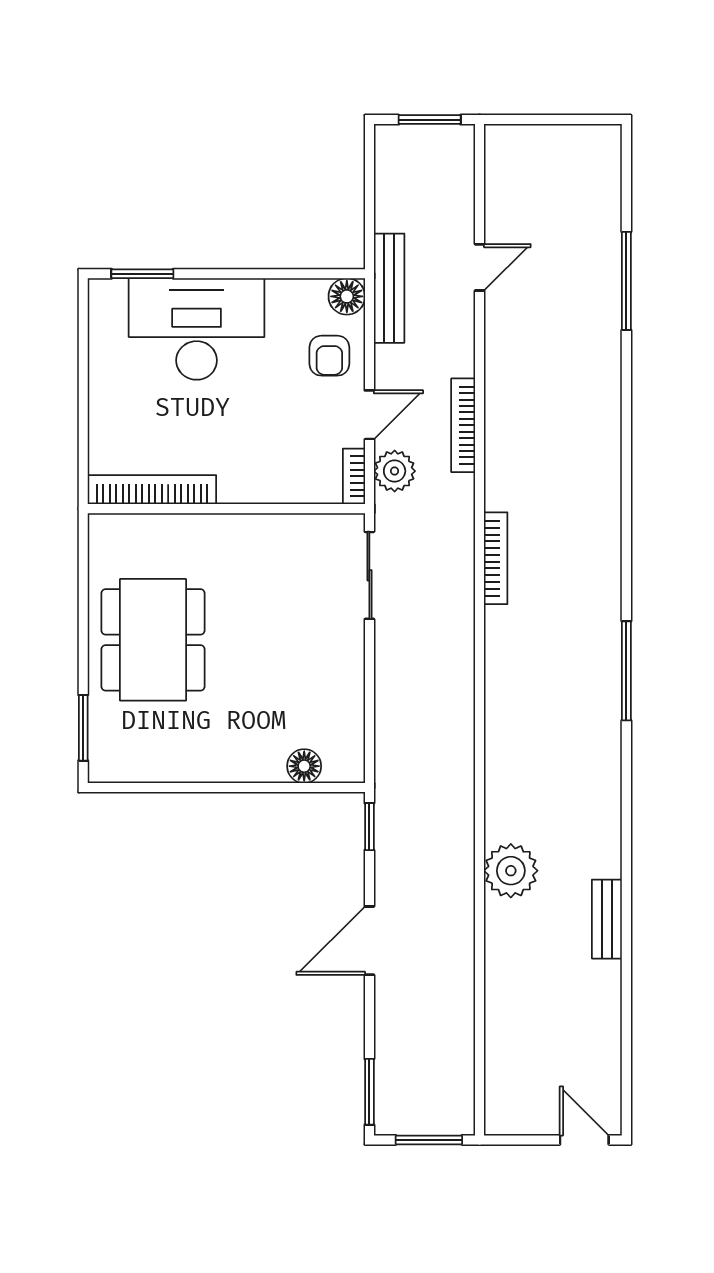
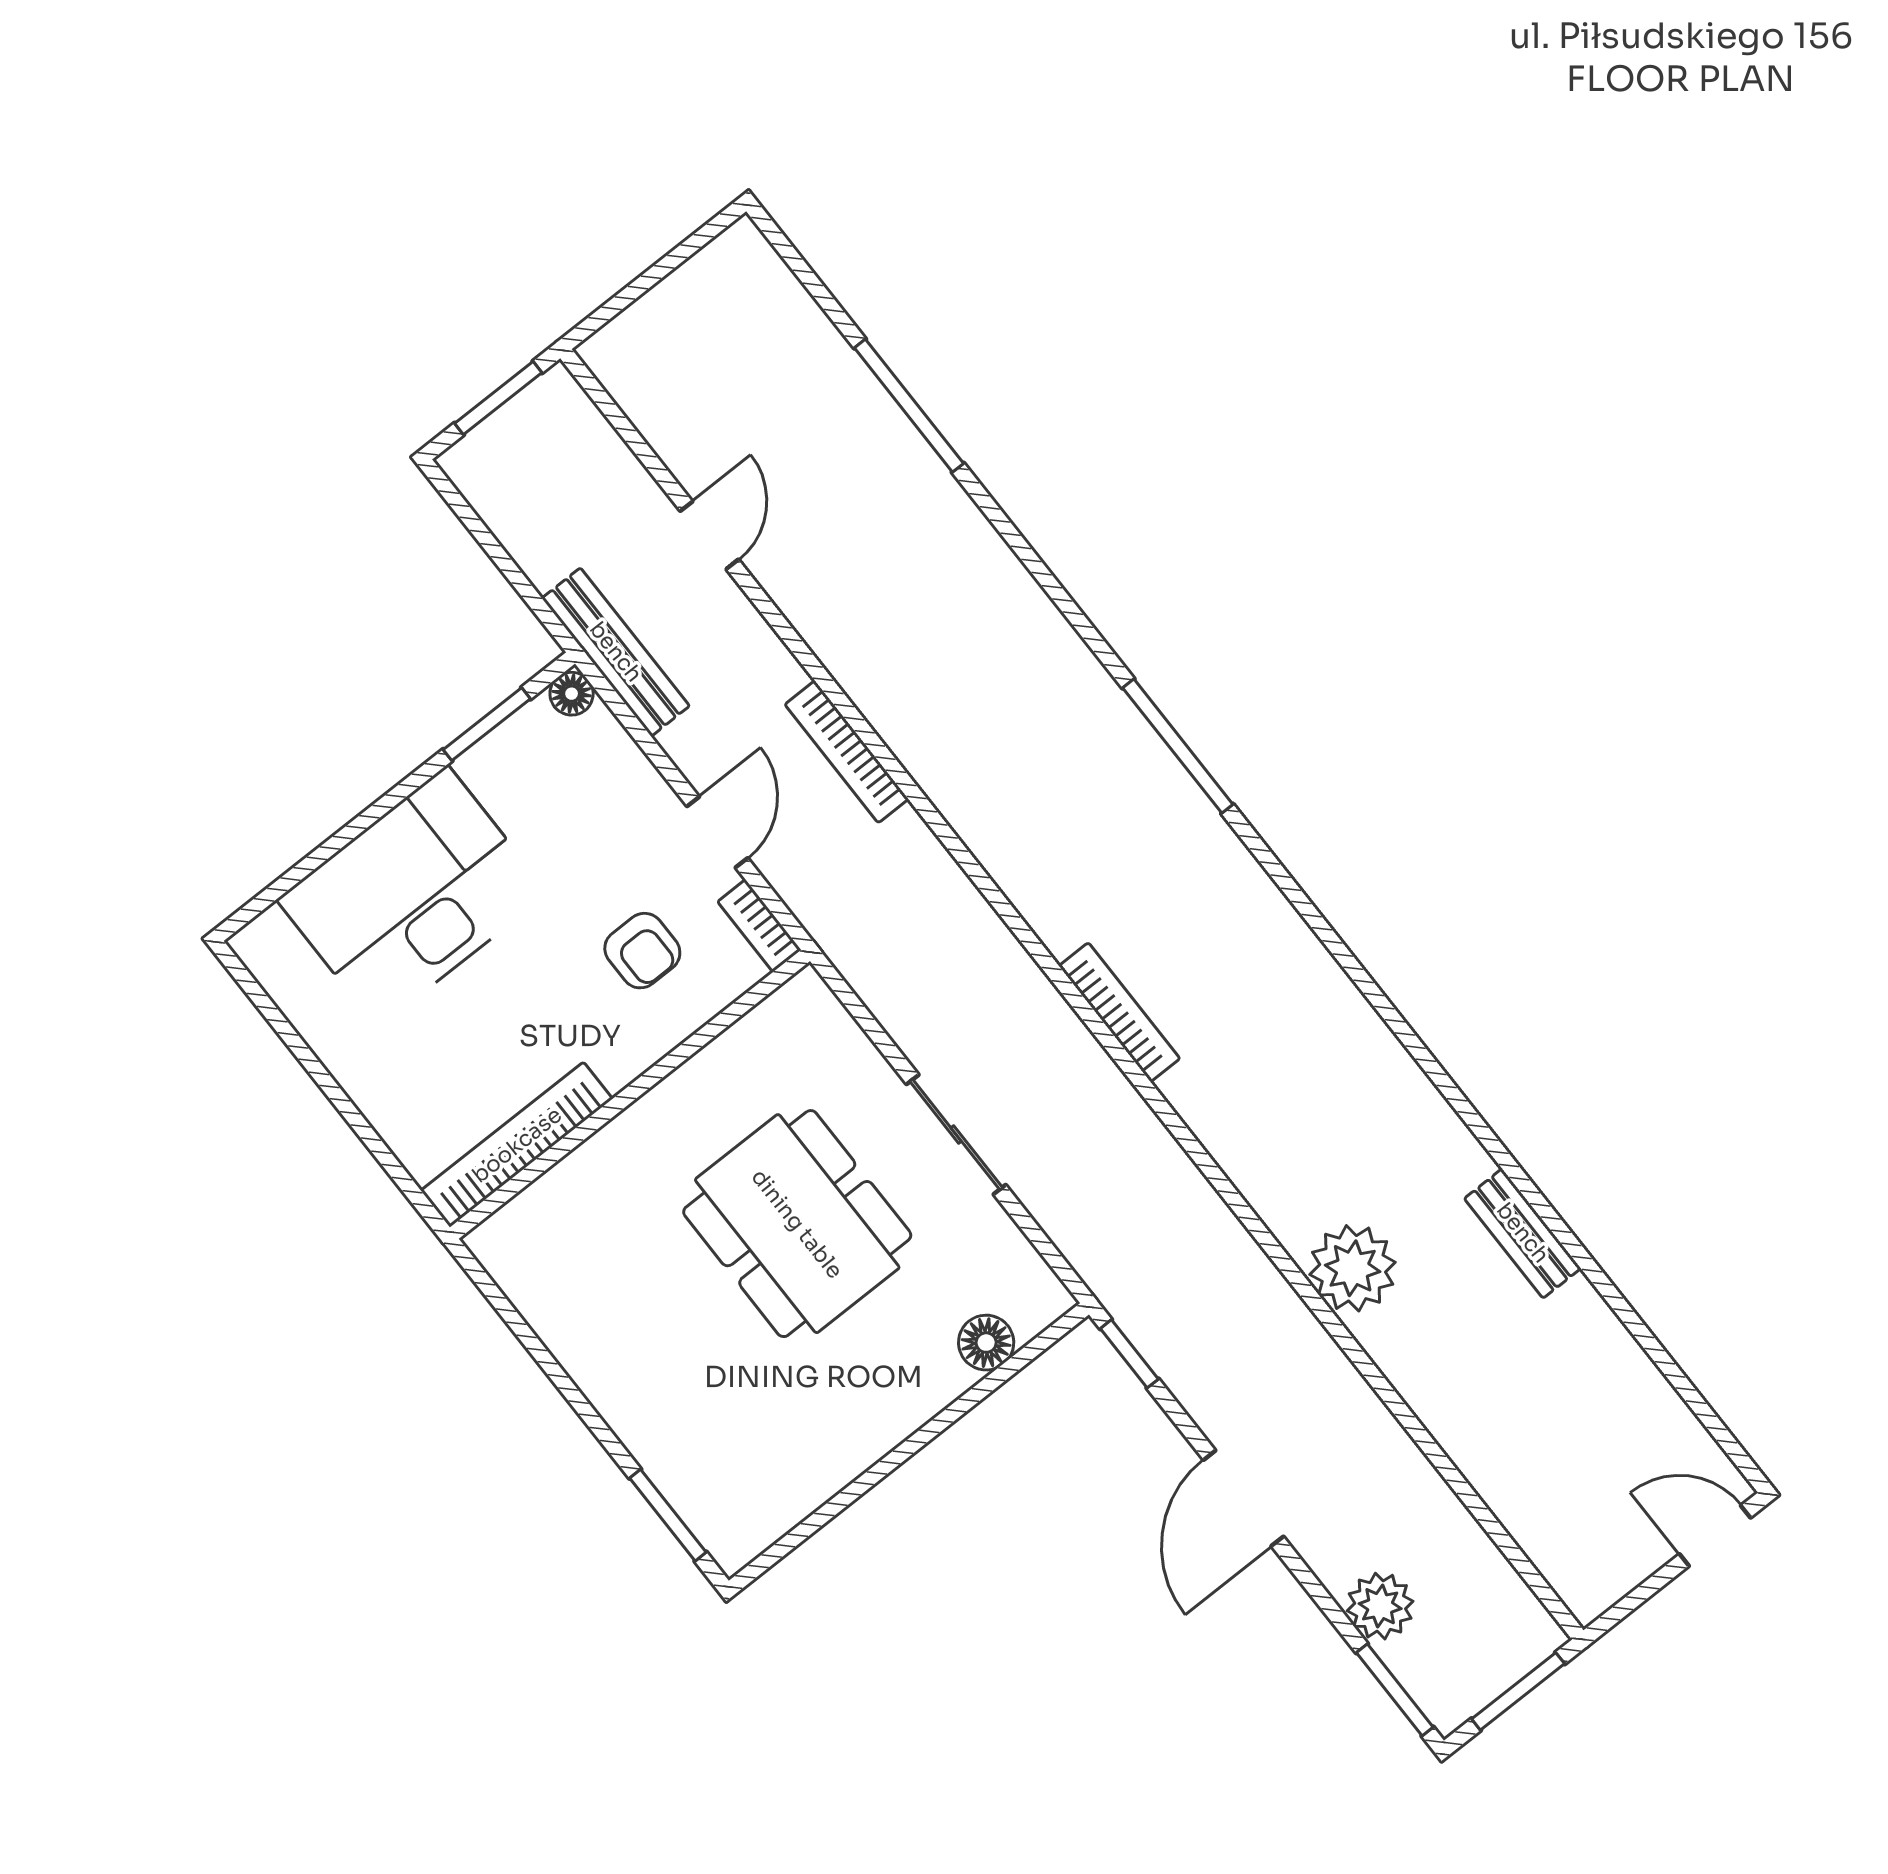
window: (142, 274) -> (487, 724), moved
floor lamp: (347, 296) -> (572, 694), width x0.73, depth x0.73
armchair: (329, 356) -> (642, 951), moved
plant: (395, 471) -> (1380, 1606), moved
bookcase: (496, 558) -> (1119, 1012), moved
sliding door: (369, 575) -> (956, 1134), moved
dining table: (153, 640) -> (797, 1224), moved
window: (626, 671) -> (1178, 746), moved

